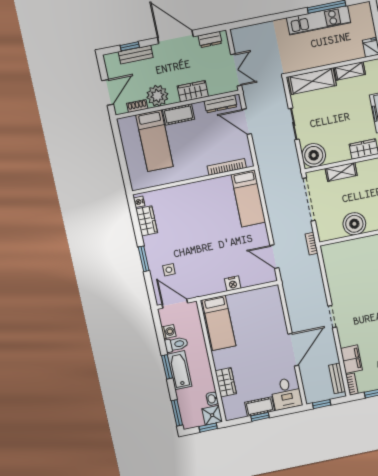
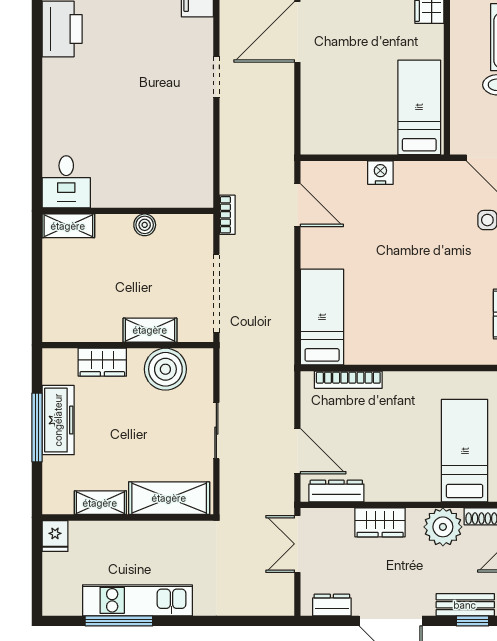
cot: (179, 114) -> (413, 488), removed
boiler: (314, 155) -> (165, 369), moved
boiler: (354, 224) -> (145, 225), width x0.54, depth x0.54

